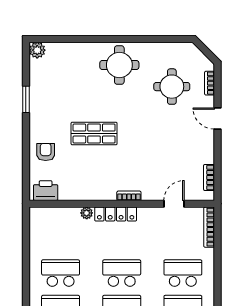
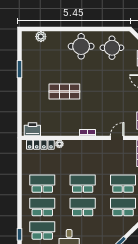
plant: (37, 50) -> (41, 37), moved
round table: (172, 87) -> (112, 48), moved
armchair: (46, 152) -> (32, 104), removed
locker: (116, 214) -> (40, 145), moved

